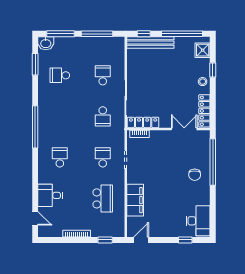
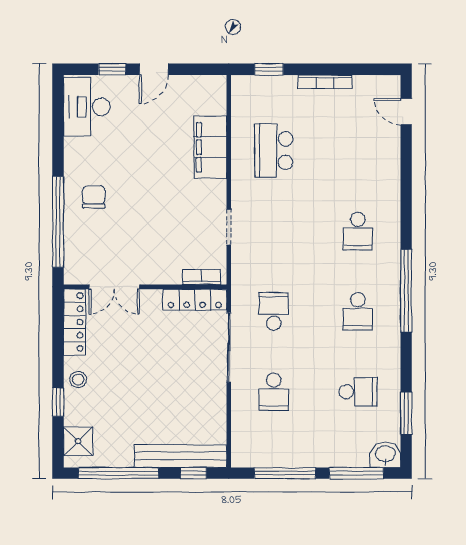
school desk: (103, 157) -> (358, 311), moved
desk: (50, 195) -> (377, 157), removed
door: (141, 240) -> (154, 69), moved

